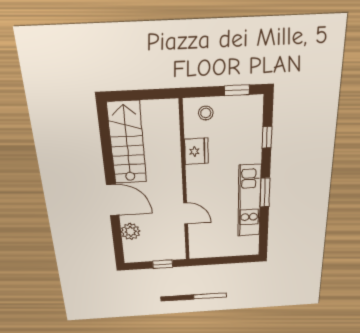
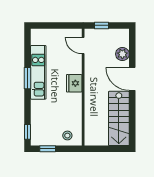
window: (267, 137) -> (28, 132), moved
fridge: (196, 151) -> (74, 83), moved
door: (186, 213) -> (83, 46), moved

